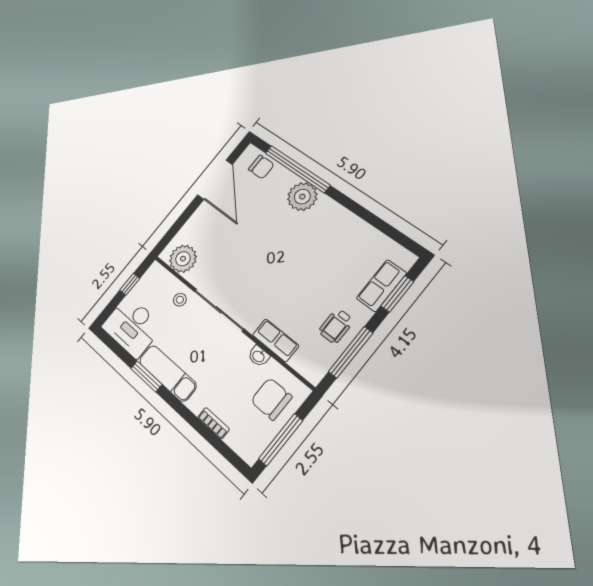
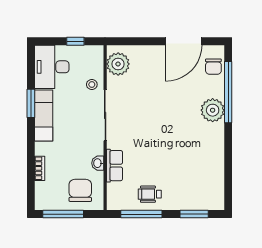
row of seats: (381, 286) -> (192, 202), removed

